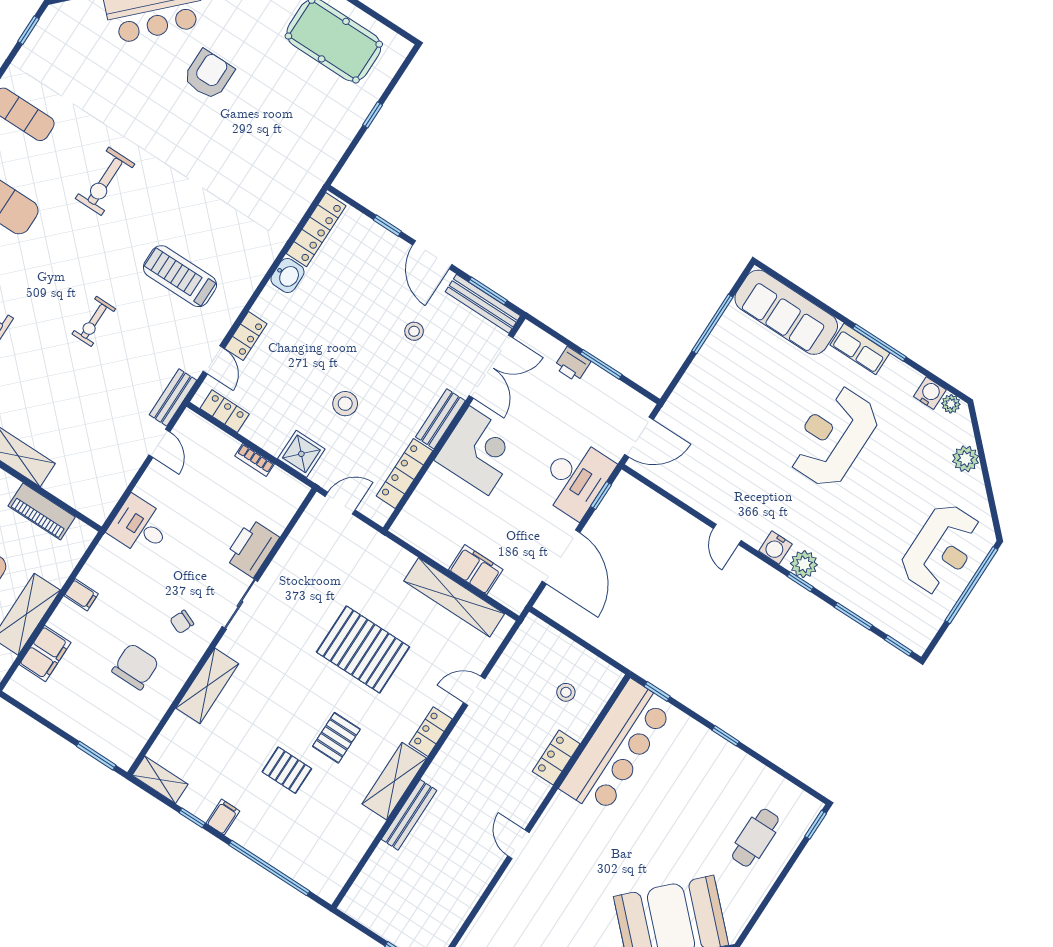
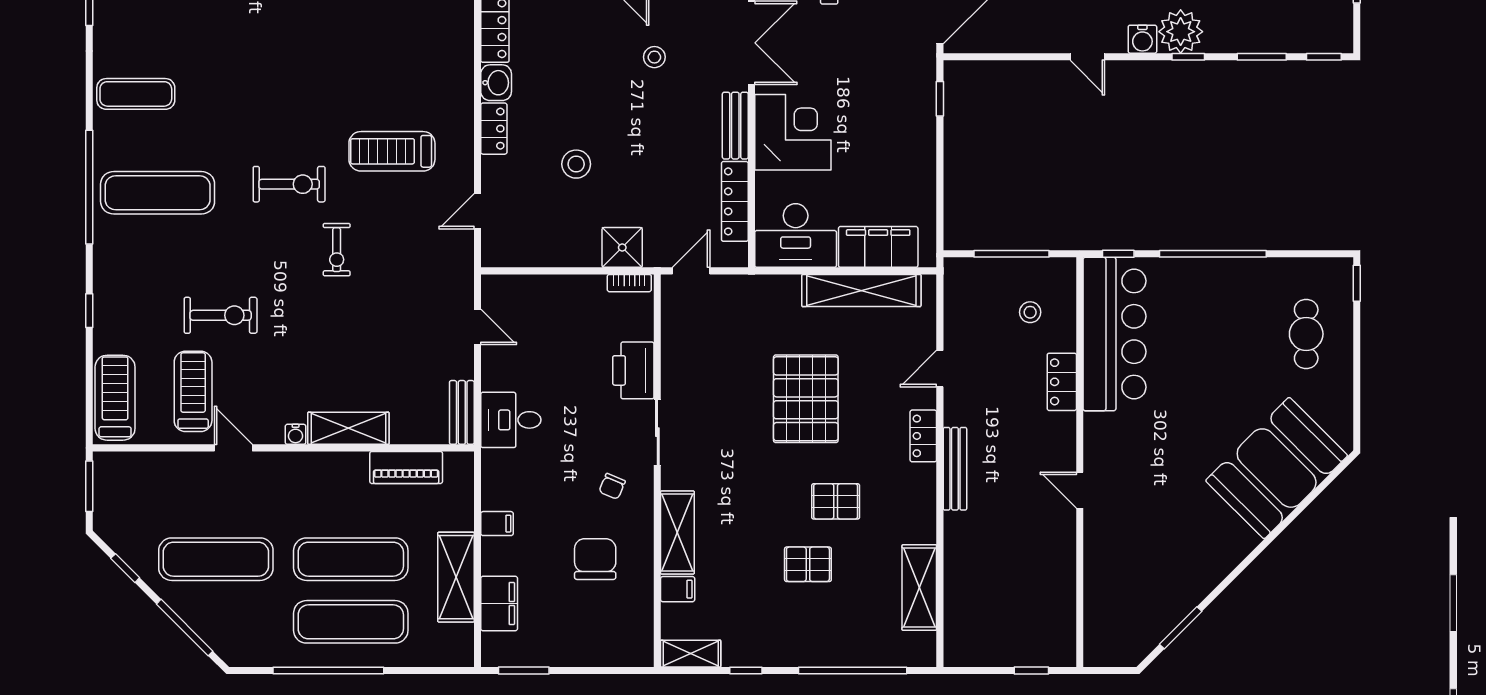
exercise bike: (105, 181) -> (289, 184), moved, turned -90
locker: (246, 336) -> (494, 129), moved
door: (214, 360) -> (477, 211), swing flipped
bench: (173, 398) -> (462, 412), moved
stool: (345, 404) -> (576, 164), moved
locker: (225, 411) -> (521, 254), removed
bookcase: (255, 460) -> (629, 283), moved
desk: (576, 478) -> (796, 235), moved, turned 90
door: (561, 557) -> (940, 184), removed
plant: (804, 564) -> (1181, 32), width x1.36, depth x1.36
filing cabinet: (476, 570) -> (878, 247), width x1.50, depth x1.17
window: (580, 641) -> (1011, 254), added
pallet: (363, 650) -> (806, 399), turned 90
window: (726, 736) -> (1213, 254), width x3.17
pallet: (336, 738) -> (836, 501), turned 90
window: (96, 756) -> (524, 671), moved
shelving: (394, 781) -> (919, 588), moved
bench: (409, 815) -> (955, 469), moved
filing cabinet: (223, 817) -> (678, 589), moved, turned 90

